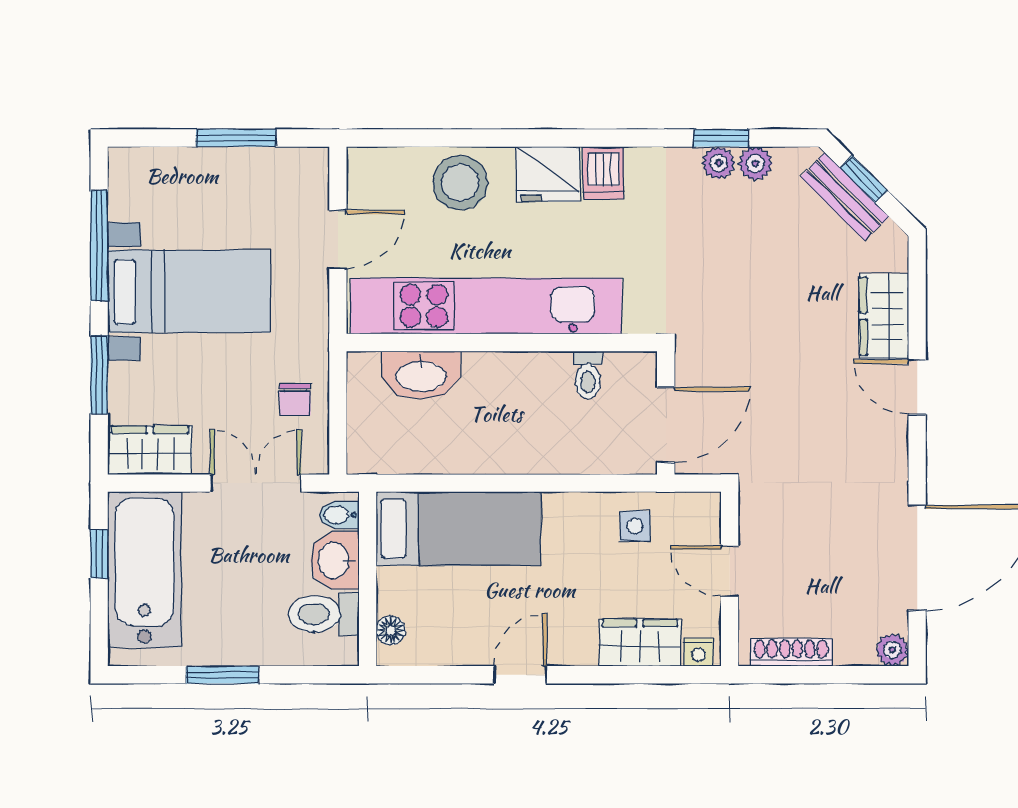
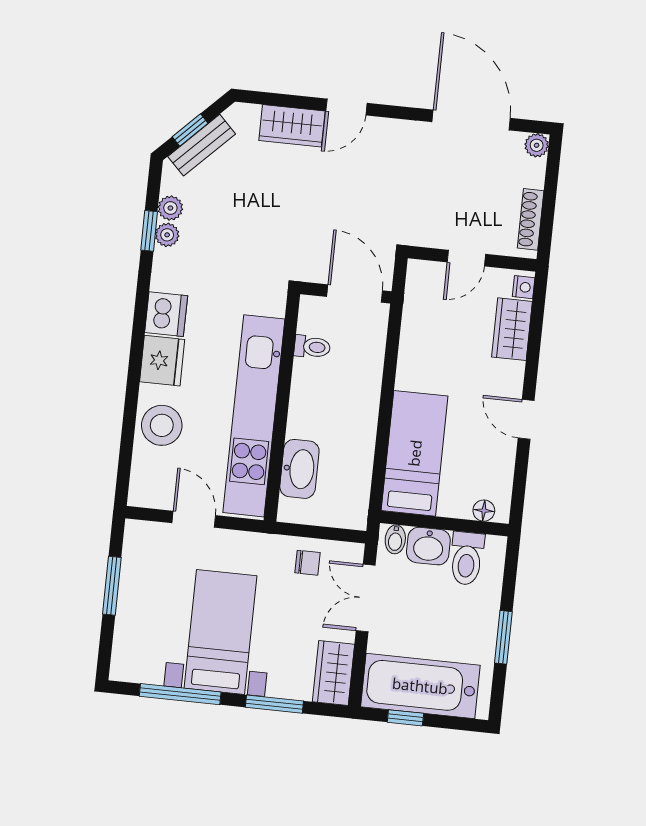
dishwasher: (604, 173) -> (166, 314), width x1.38
side table: (635, 526) -> (426, 324), removed

